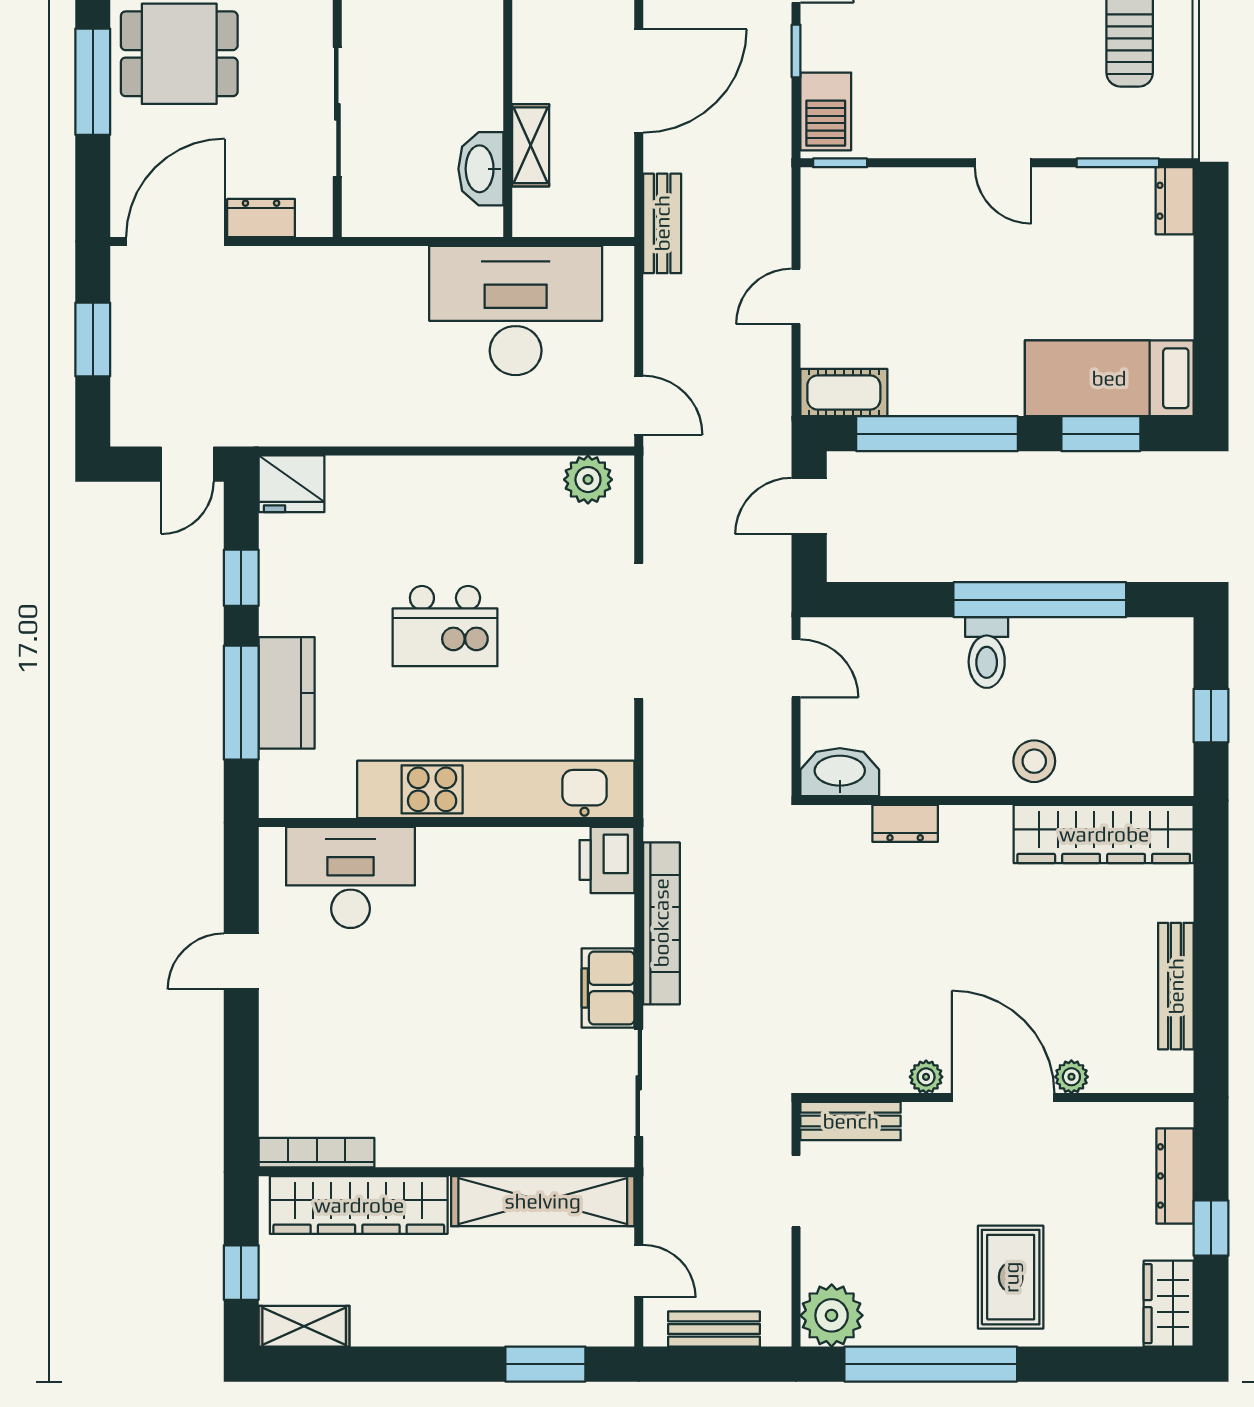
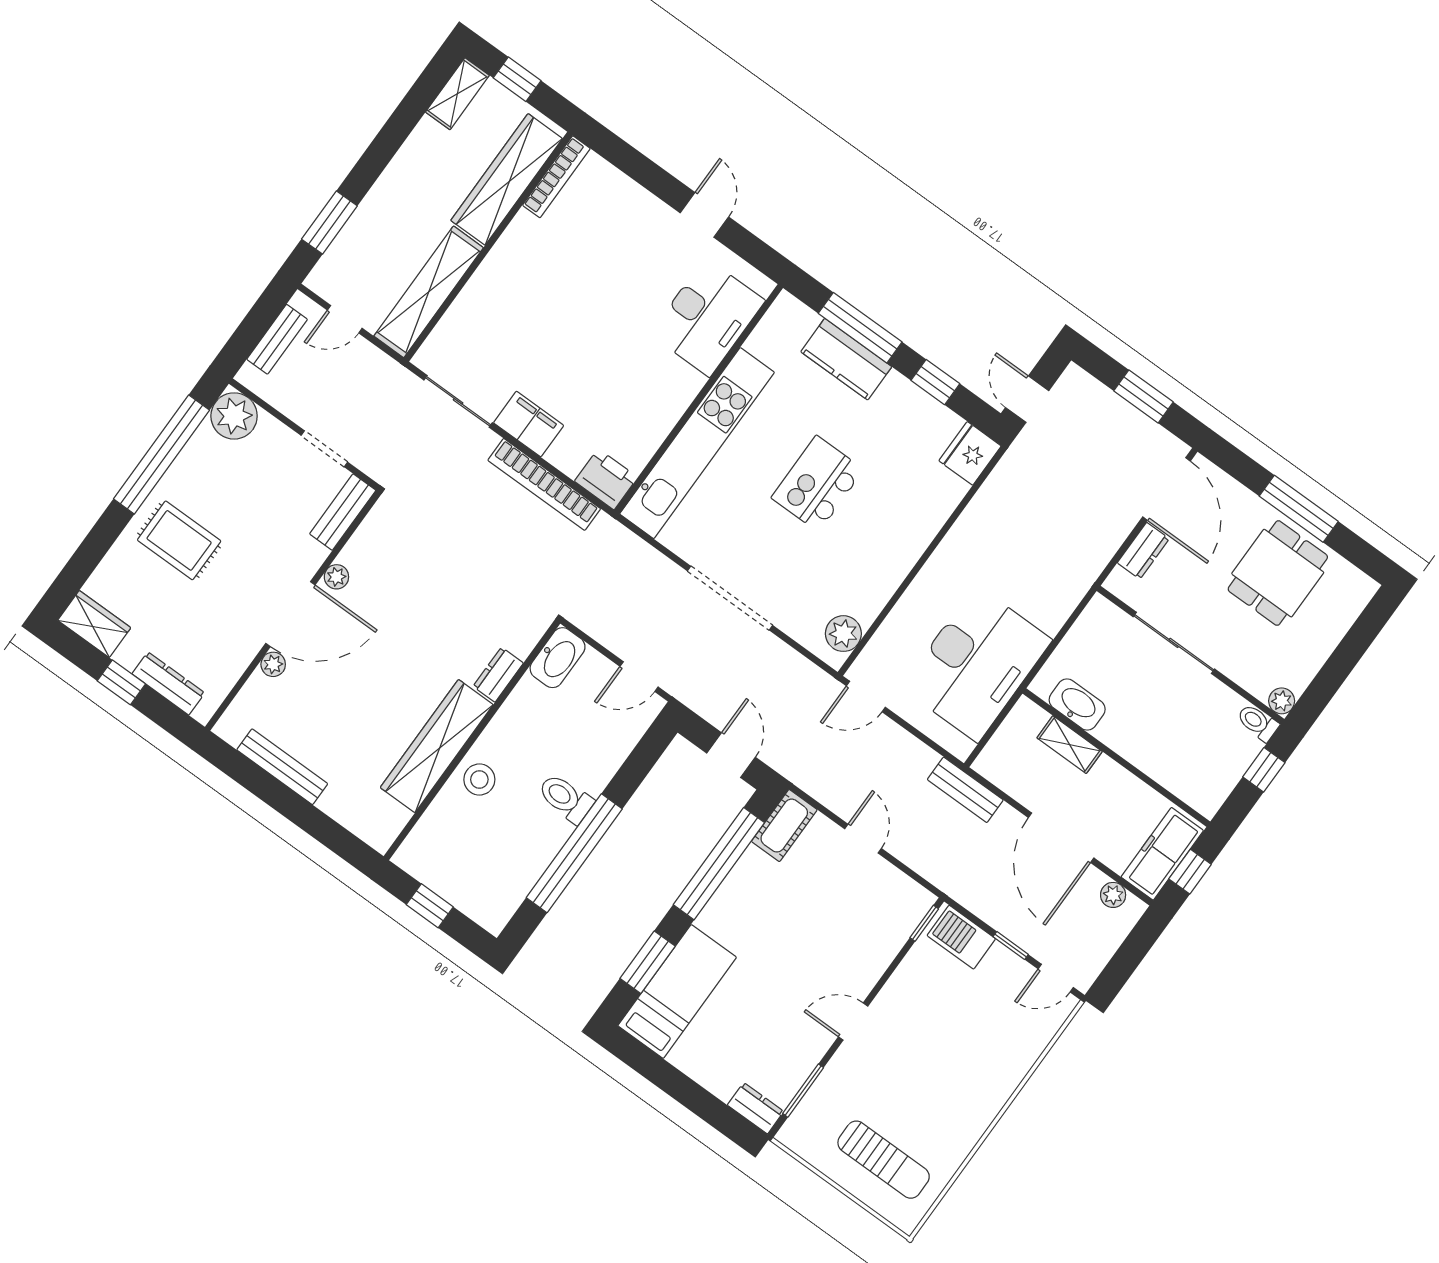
wardrobe: (1104, 834) -> (437, 746), moved

